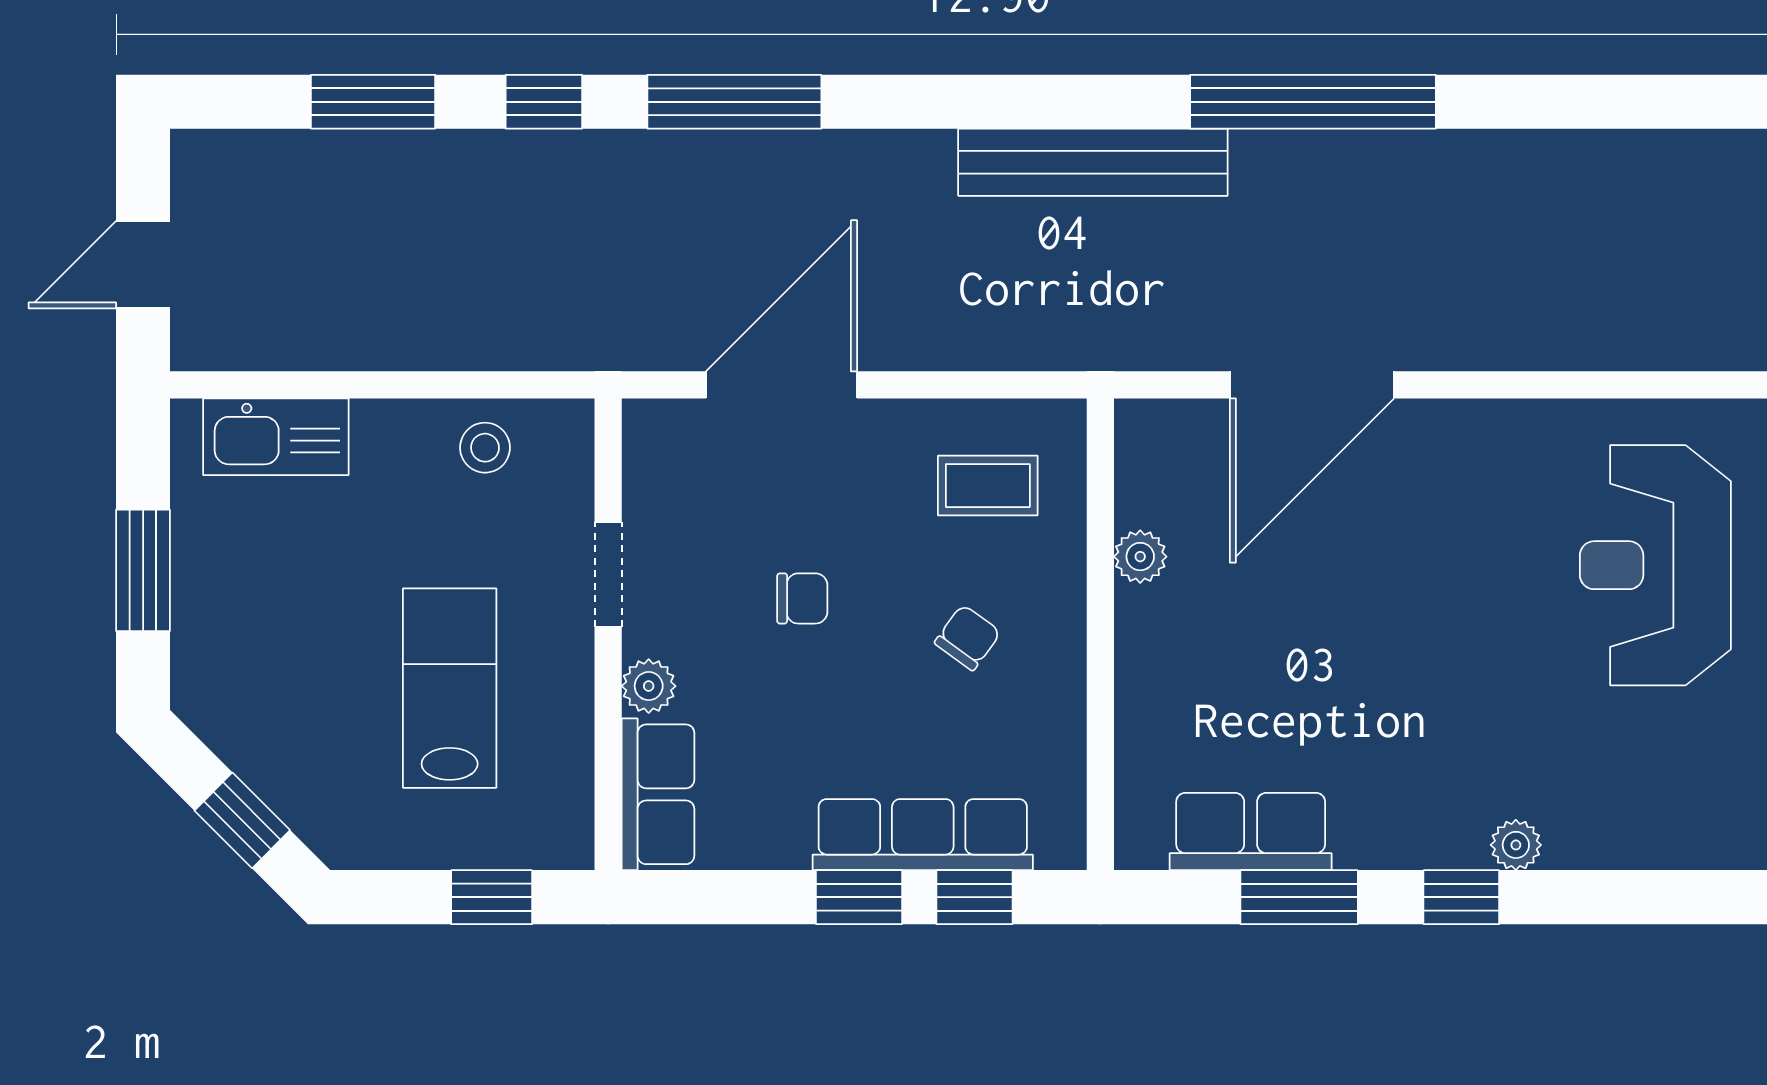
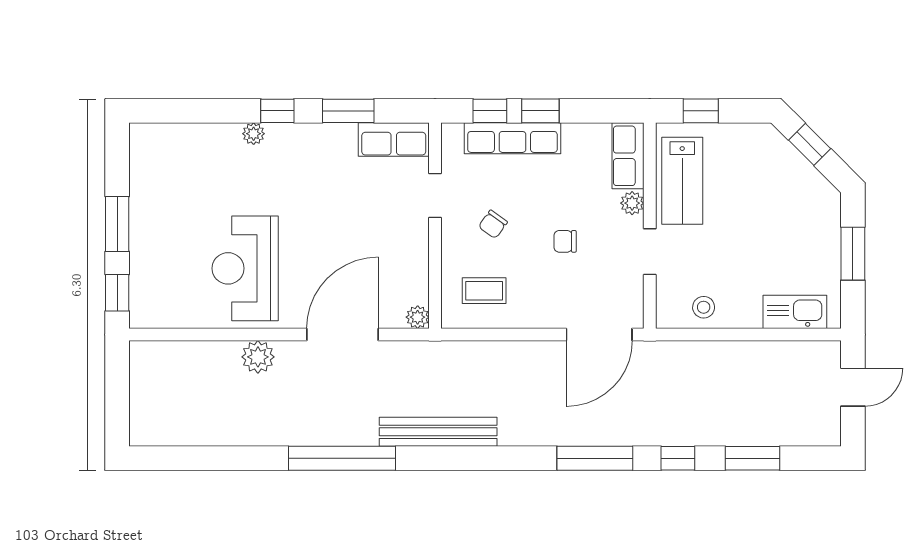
plant: (1506, 334) -> (258, 357), added
door: (781, 385) -> (599, 335), moved
plant: (1140, 557) -> (418, 317), moved
reception desk: (1655, 565) -> (245, 268), moved, turned 180
lab bench: (450, 688) -> (682, 181), moved
doorway: (1100, 704) -> (435, 195), added
row of seats: (1251, 832) -> (394, 140), moved

